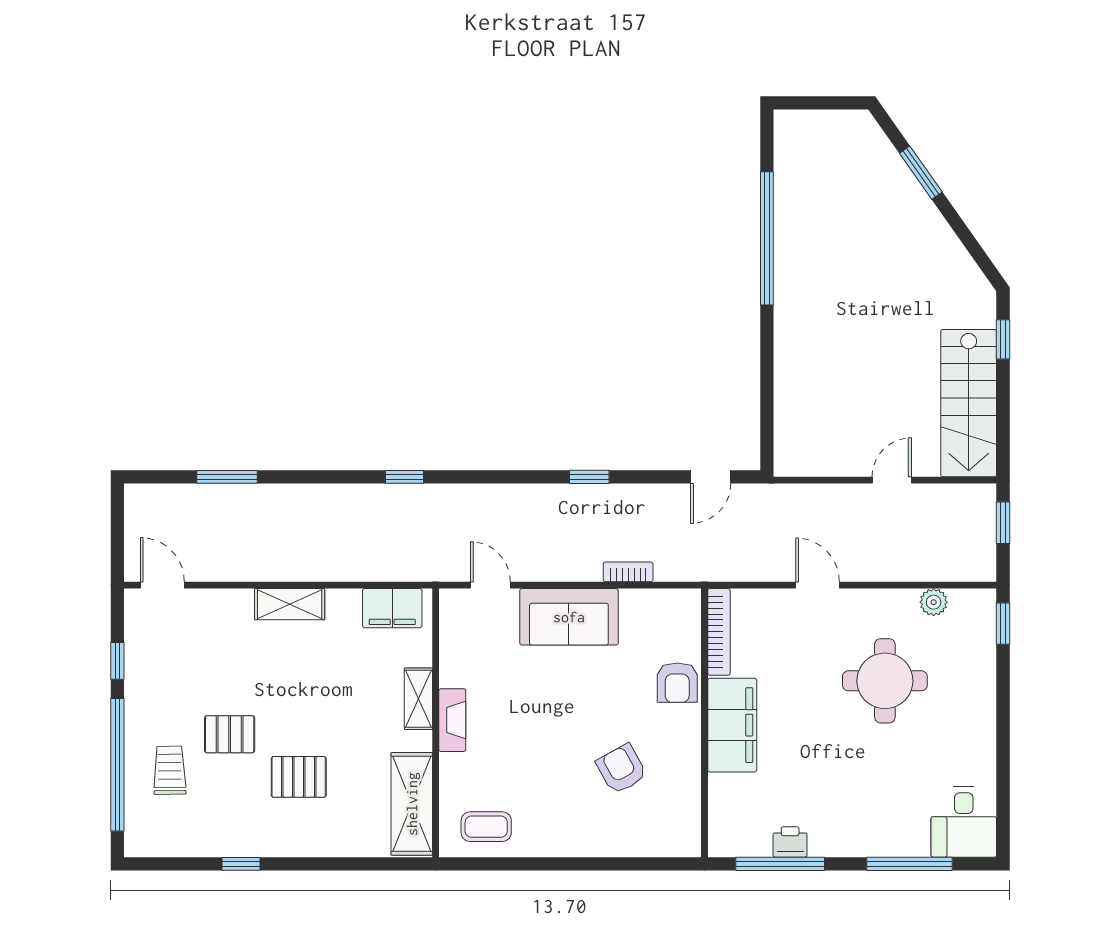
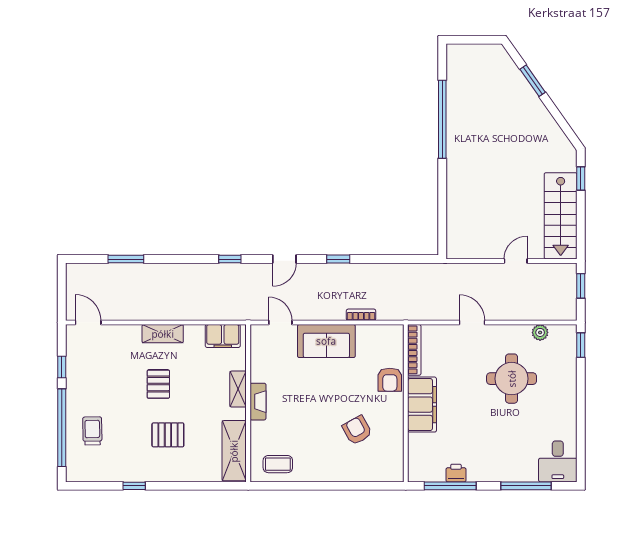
door: (711, 477) -> (284, 259), moved
pallet: (230, 734) -> (158, 384), moved, turned 90

